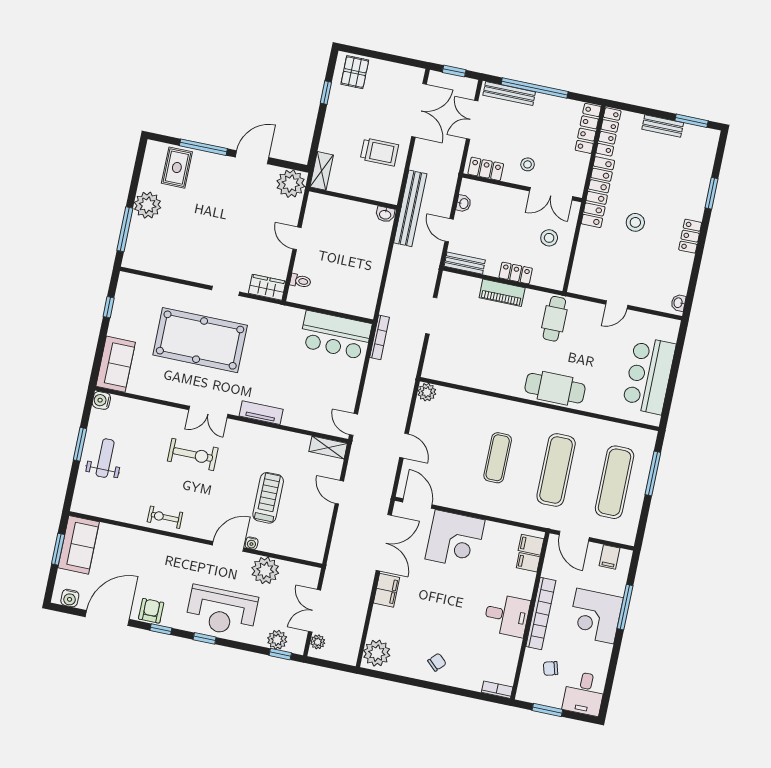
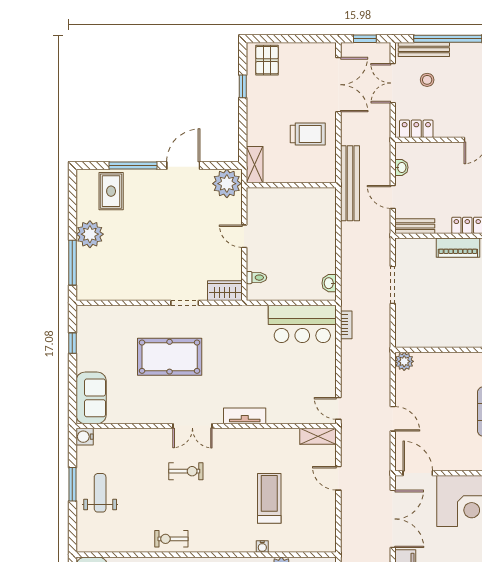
stool: (528, 164) -> (427, 80), moved
washbasin: (385, 214) -> (329, 283), moved, turned 90
bookcase: (380, 337) -> (346, 325), width x0.64
pool table: (200, 340) -> (170, 357), width x0.73, depth x0.76
exercise bike: (193, 455) -> (186, 471), width x0.73, depth x0.72
door: (228, 546) -> (240, 555), removed

